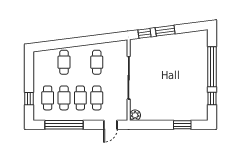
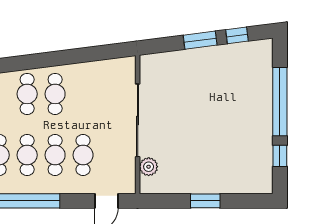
window: (144, 33) -> (237, 35), moved
cafe table: (97, 62) -> (55, 94), moved
plant: (135, 115) -> (149, 167), moved
window: (182, 125) -> (205, 201), moved

